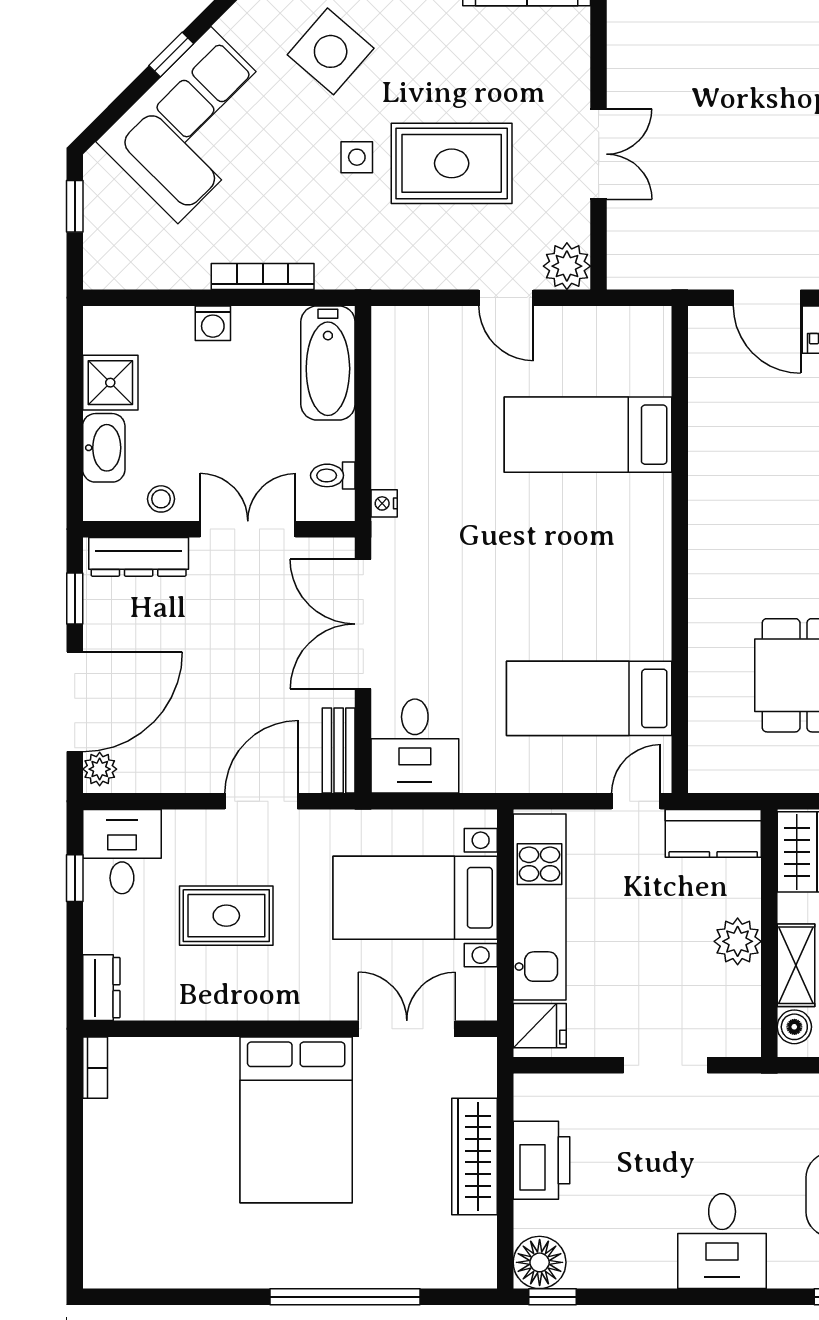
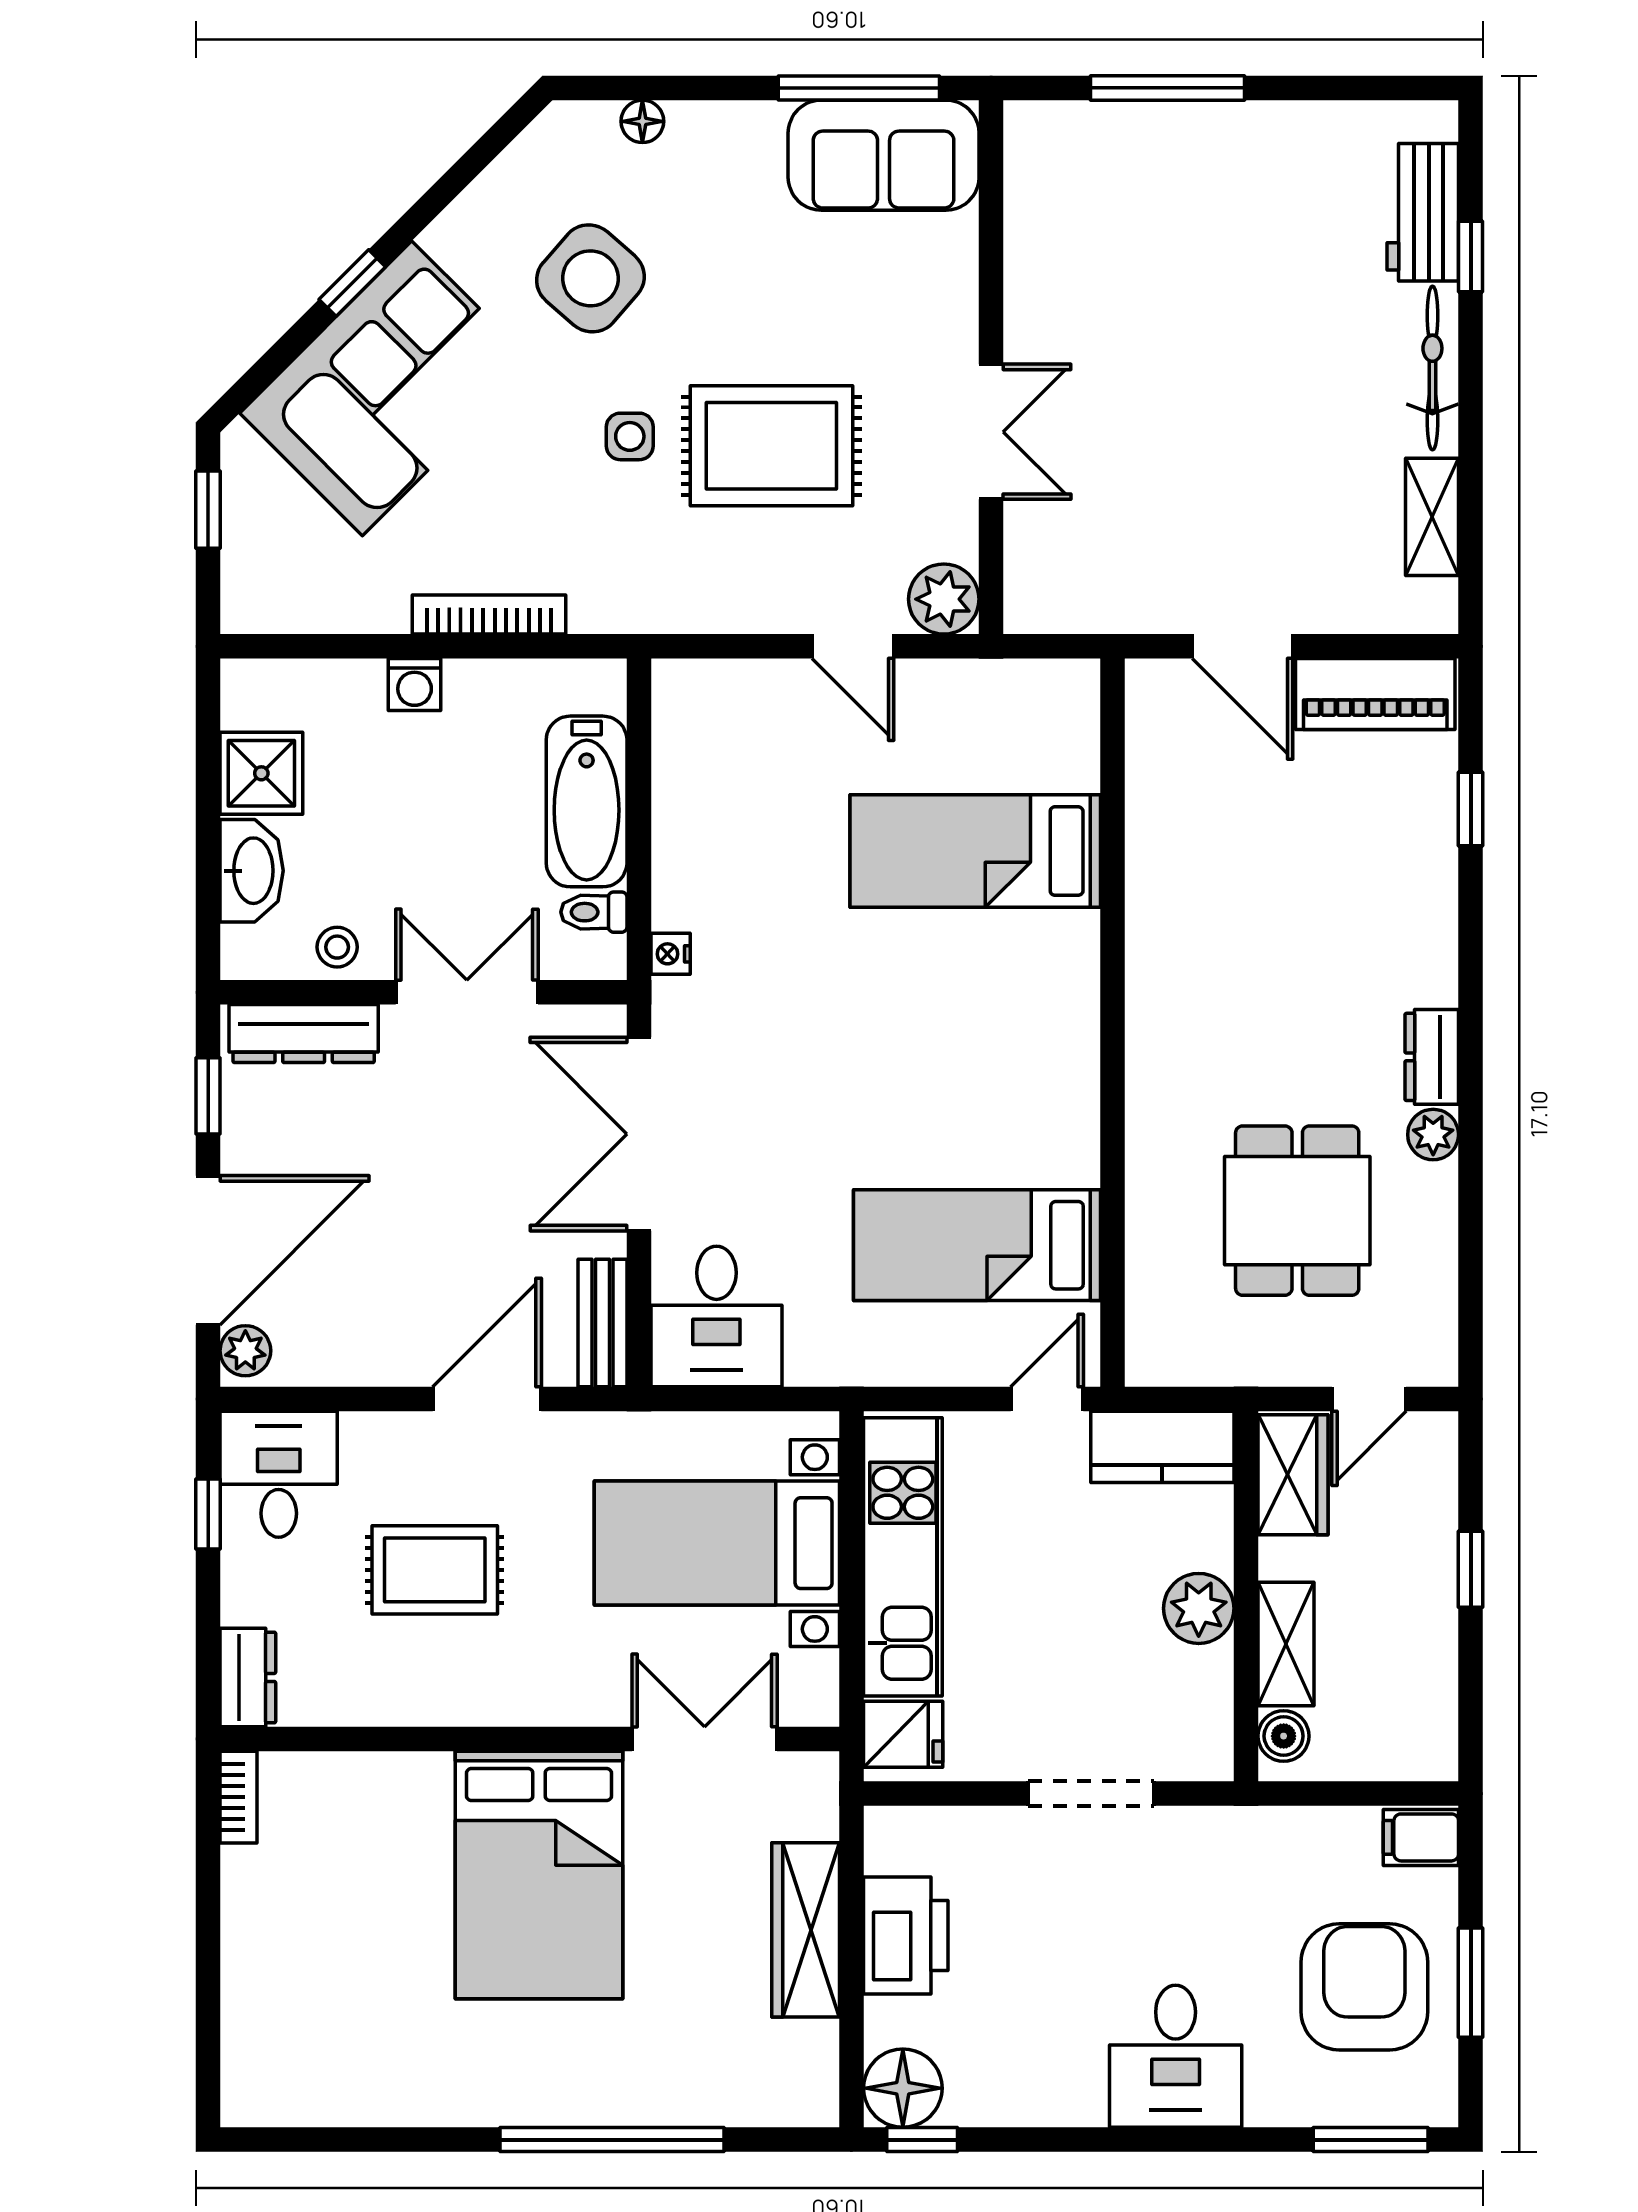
bathtub: (328, 363) -> (587, 801), moved

